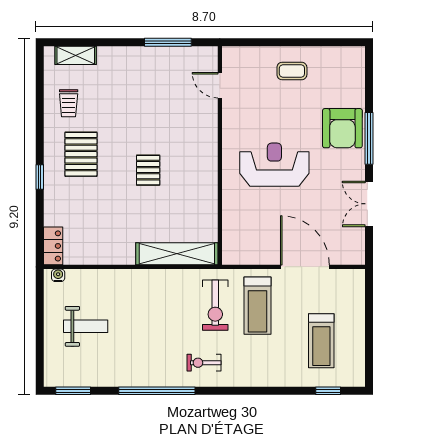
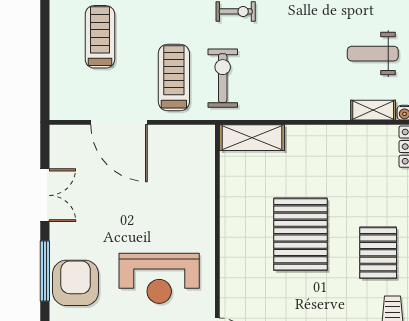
reception desk: (274, 165) -> (159, 278), moved
pallet: (148, 170) -> (300, 234), width x2.05, depth x2.00
shelving: (177, 254) -> (252, 138), width x0.68
shelving: (85, 277) -> (373, 110), added

